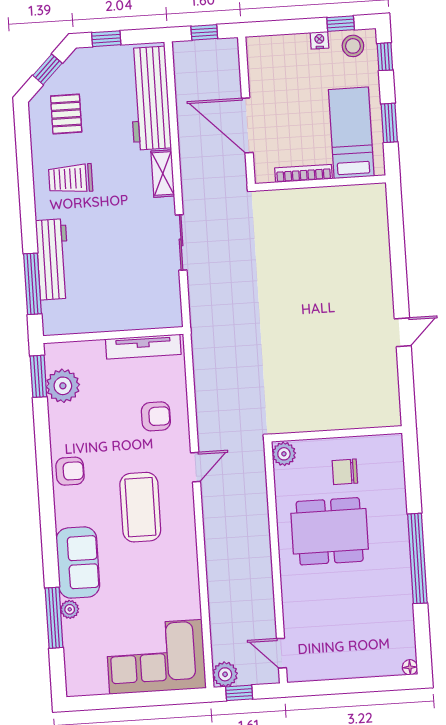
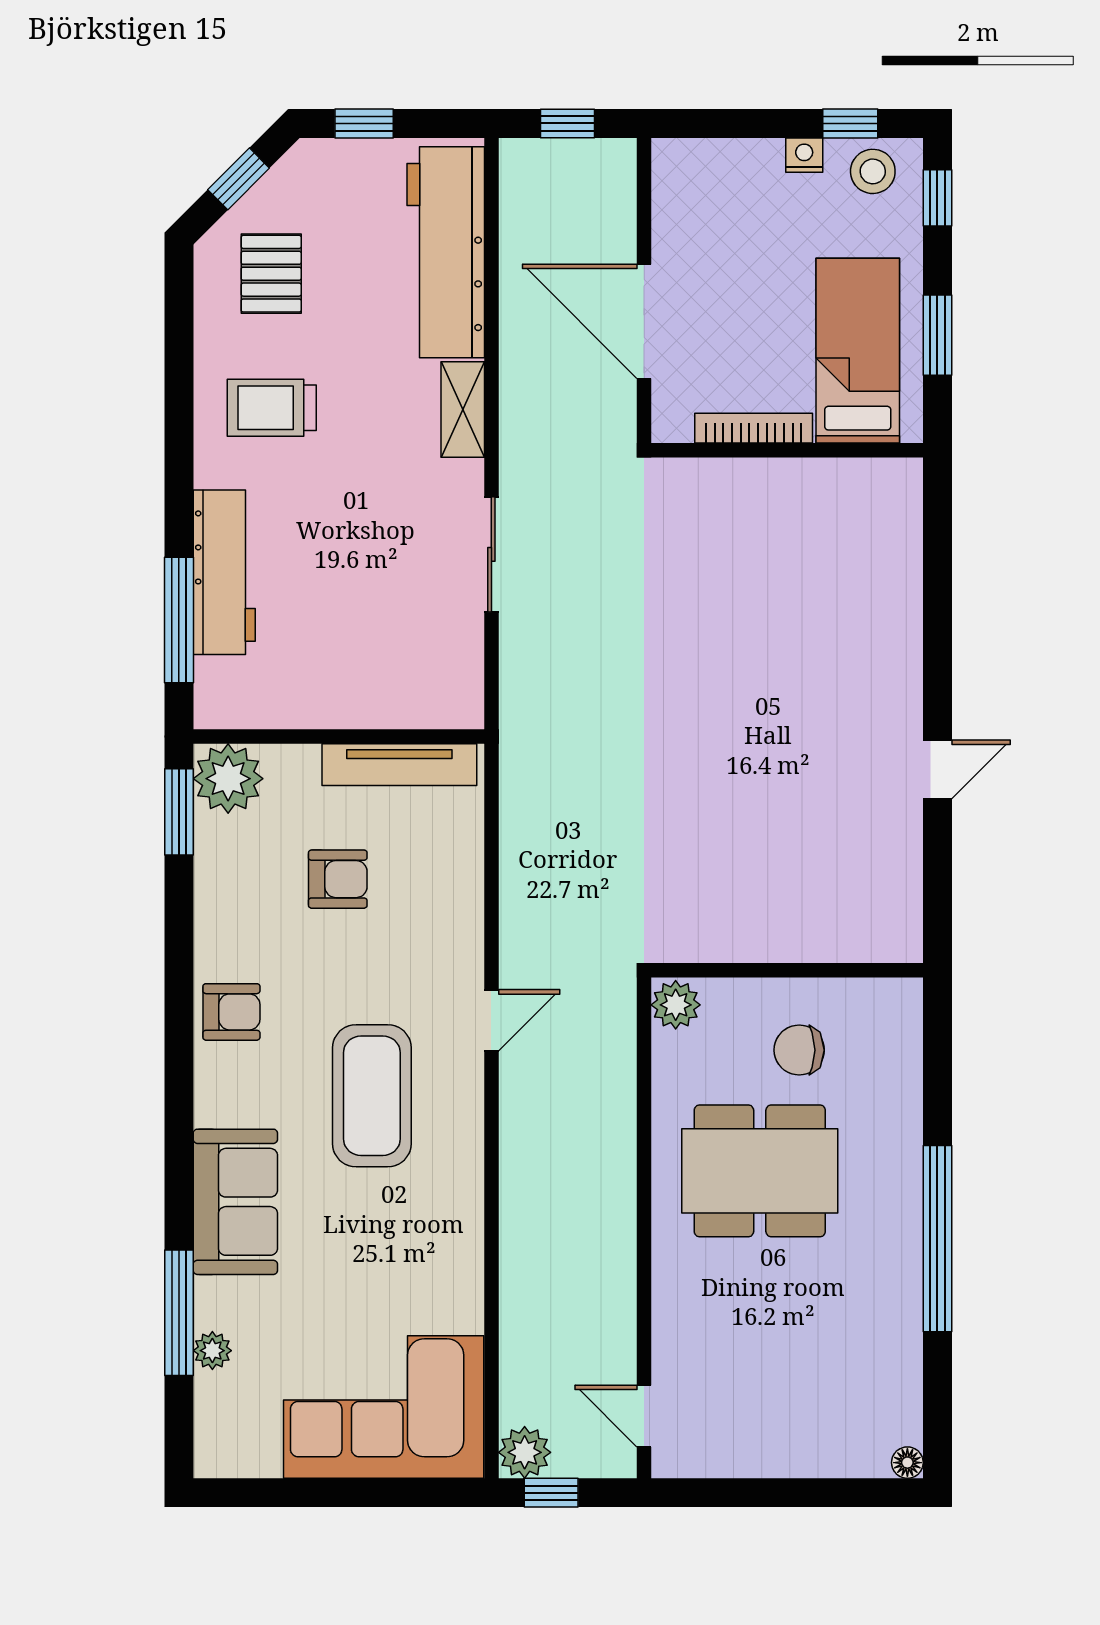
plant: (63, 386) -> (228, 779), moved
armchair: (156, 416) -> (338, 879), moved
plant: (70, 609) -> (212, 1351), moved

